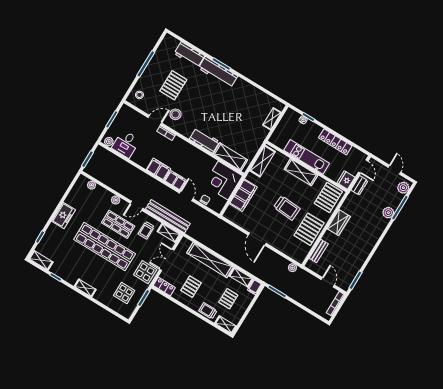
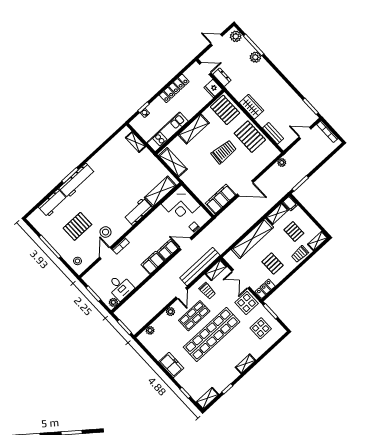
pallet: (173, 85) -> (77, 226), turned 90
kitchen unit: (307, 157) -> (167, 132), moved
filing cabinet: (243, 195) -> (221, 199), moved, turned -90

